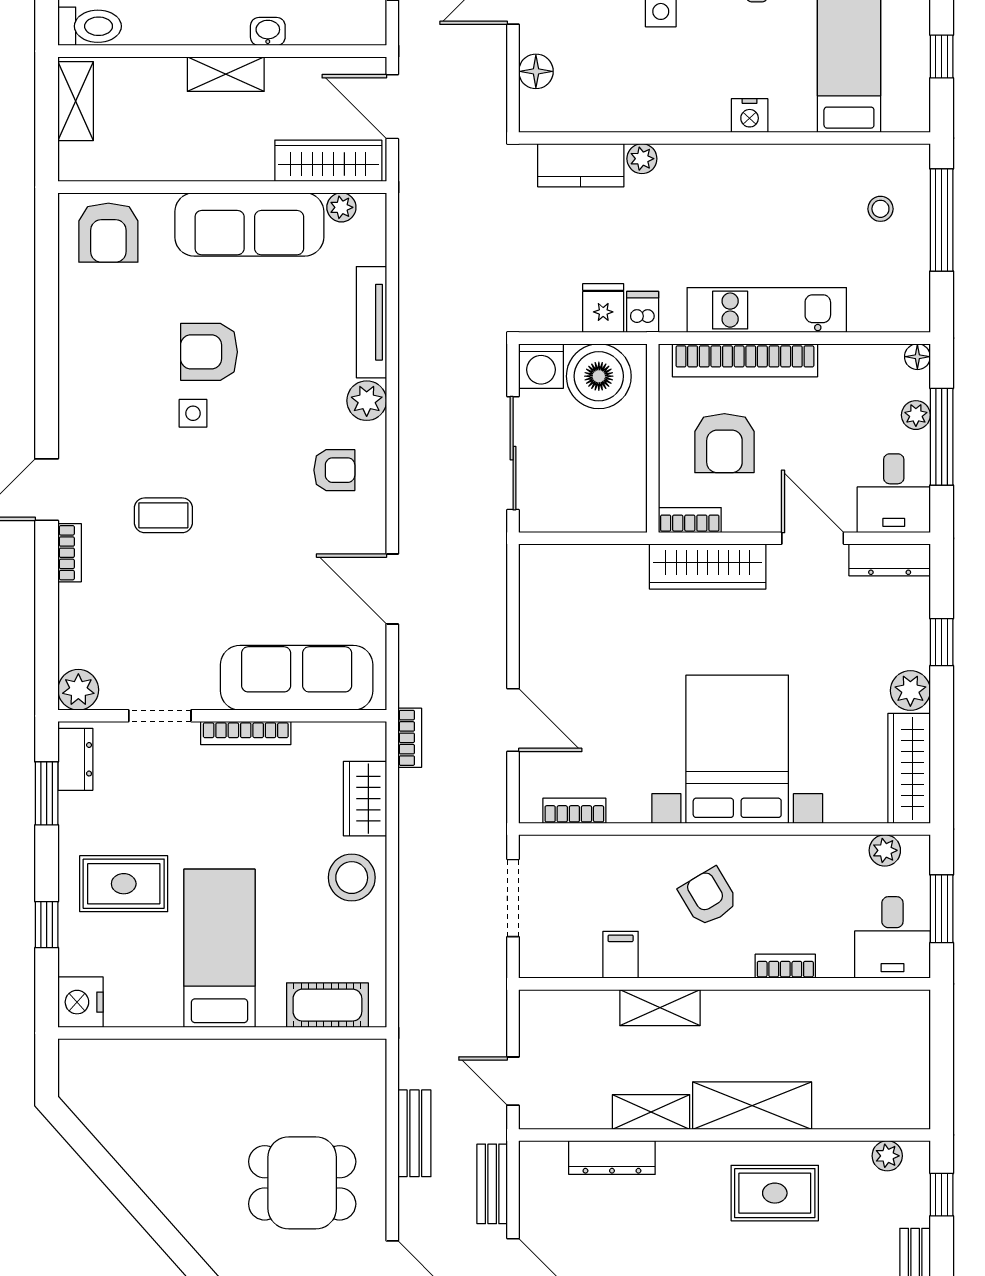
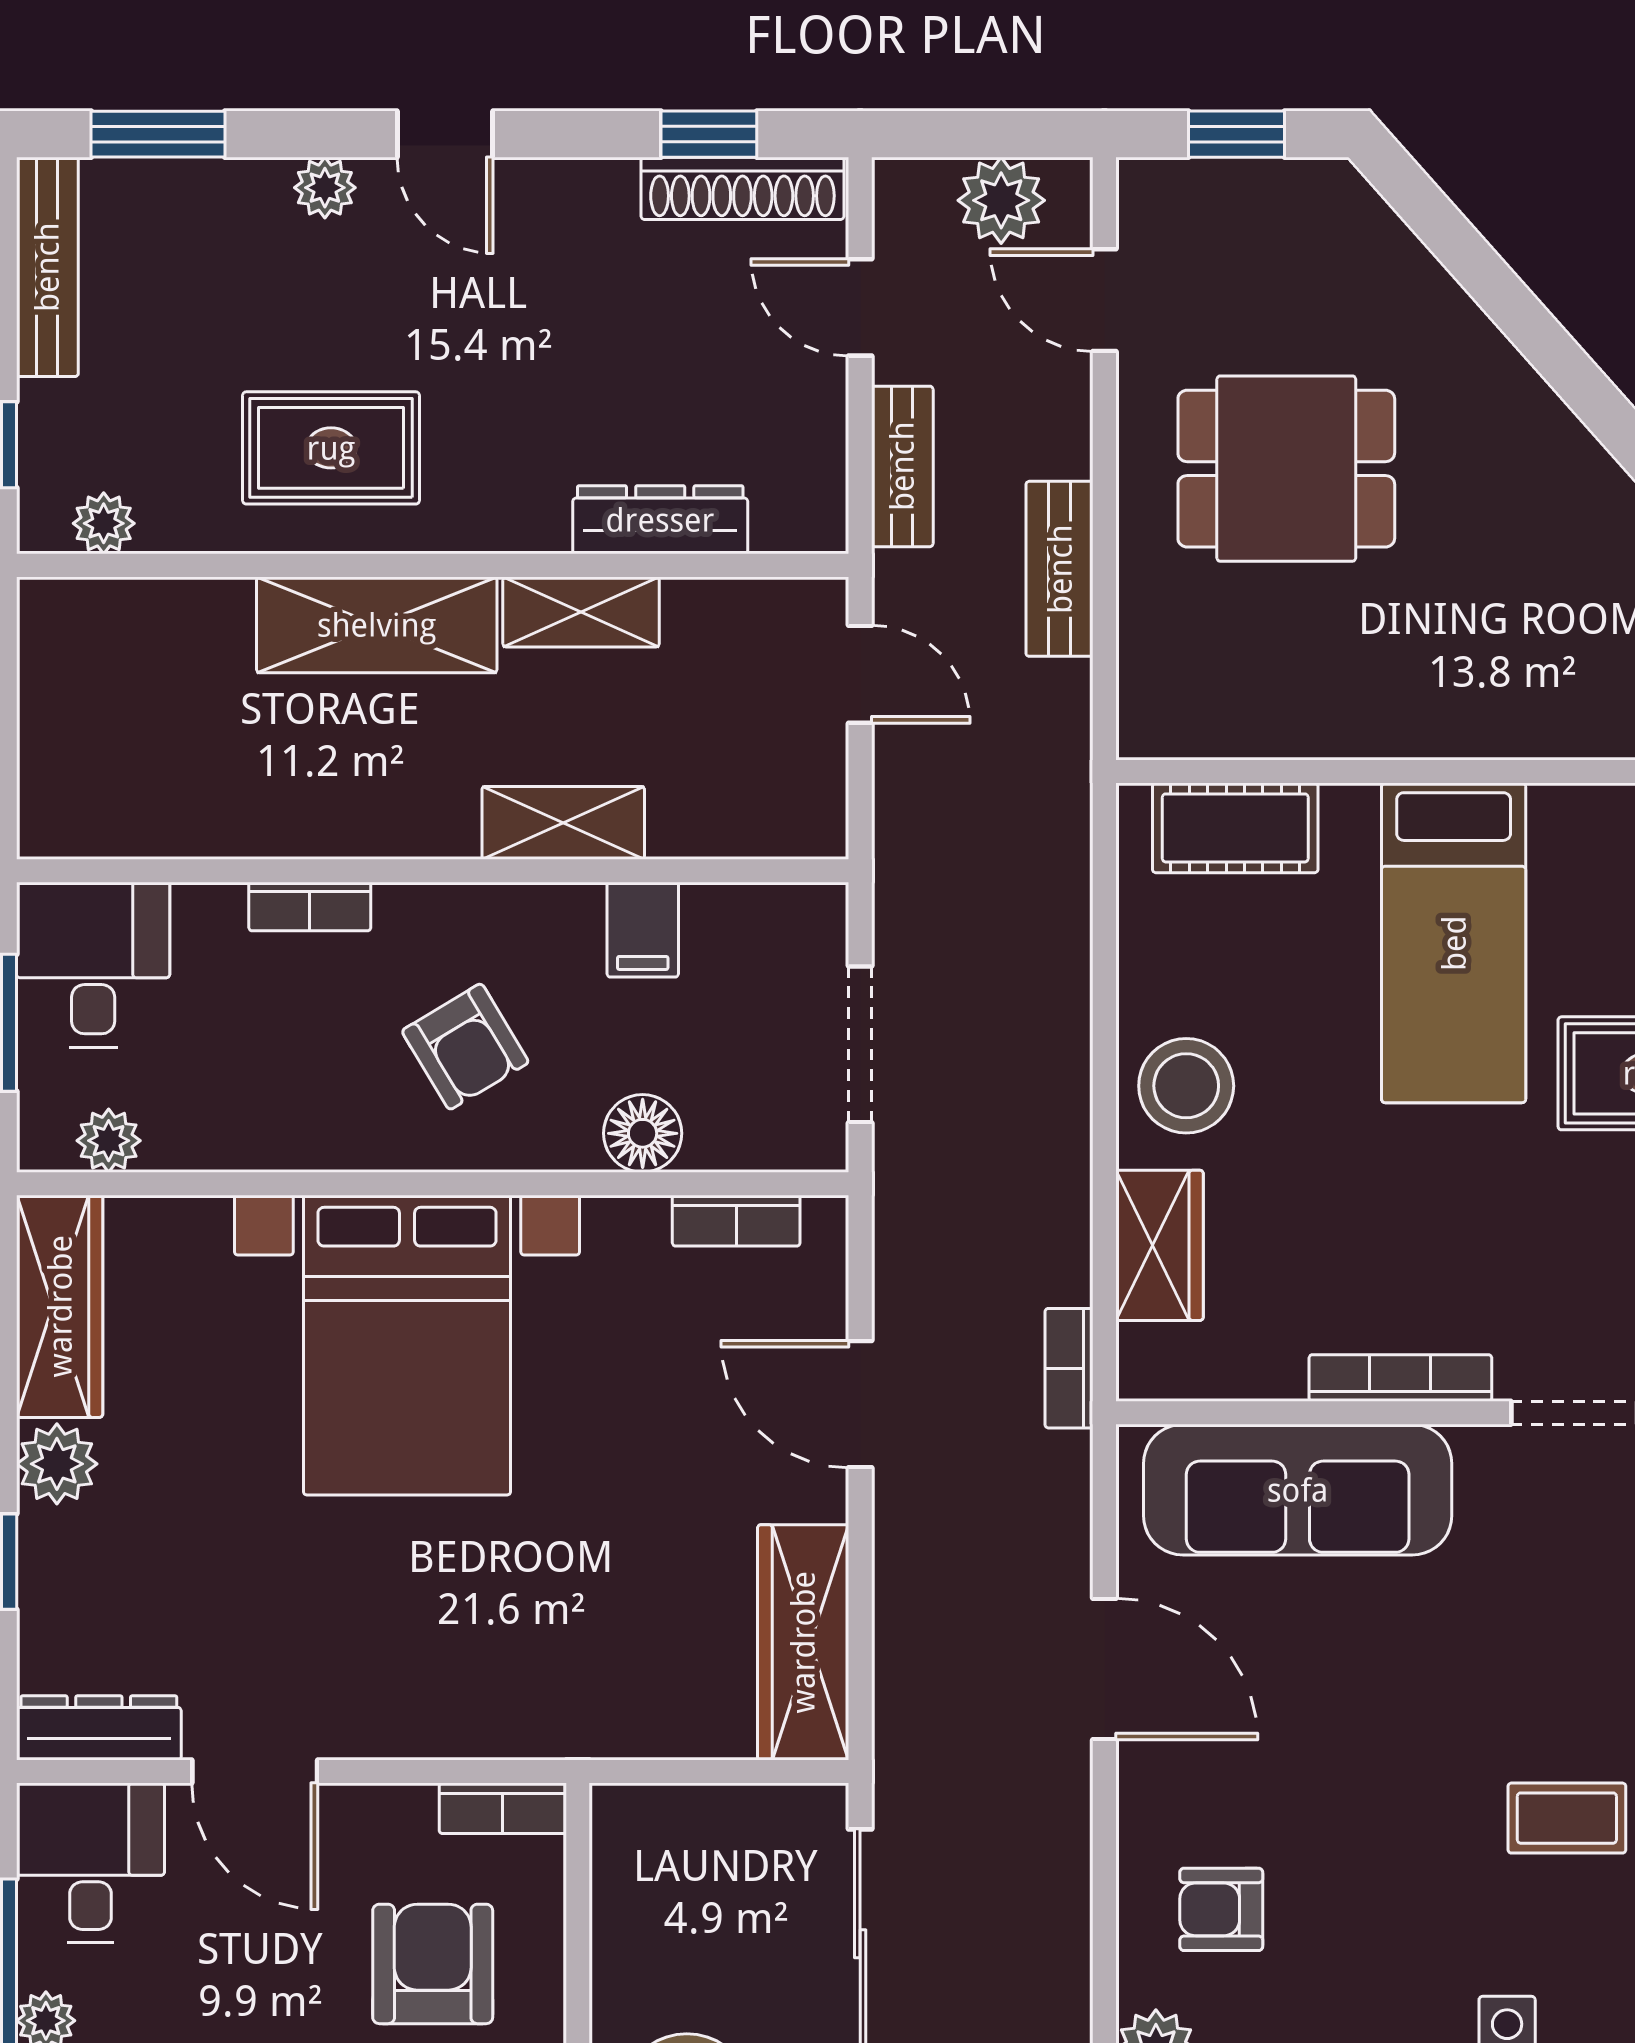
wardrobe: (708, 566) -> (803, 1642), moved, turned -90
floor lamp: (621, 854) -> (643, 1133), added

